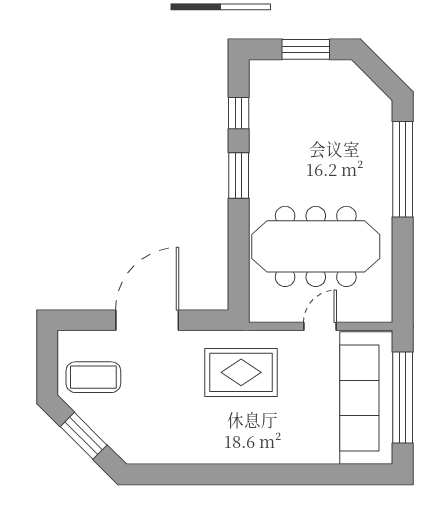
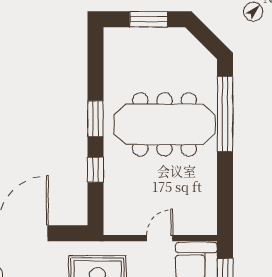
window: (239, 113) -> (95, 170), moved
meeting table: (316, 246) -> (165, 124), moved

